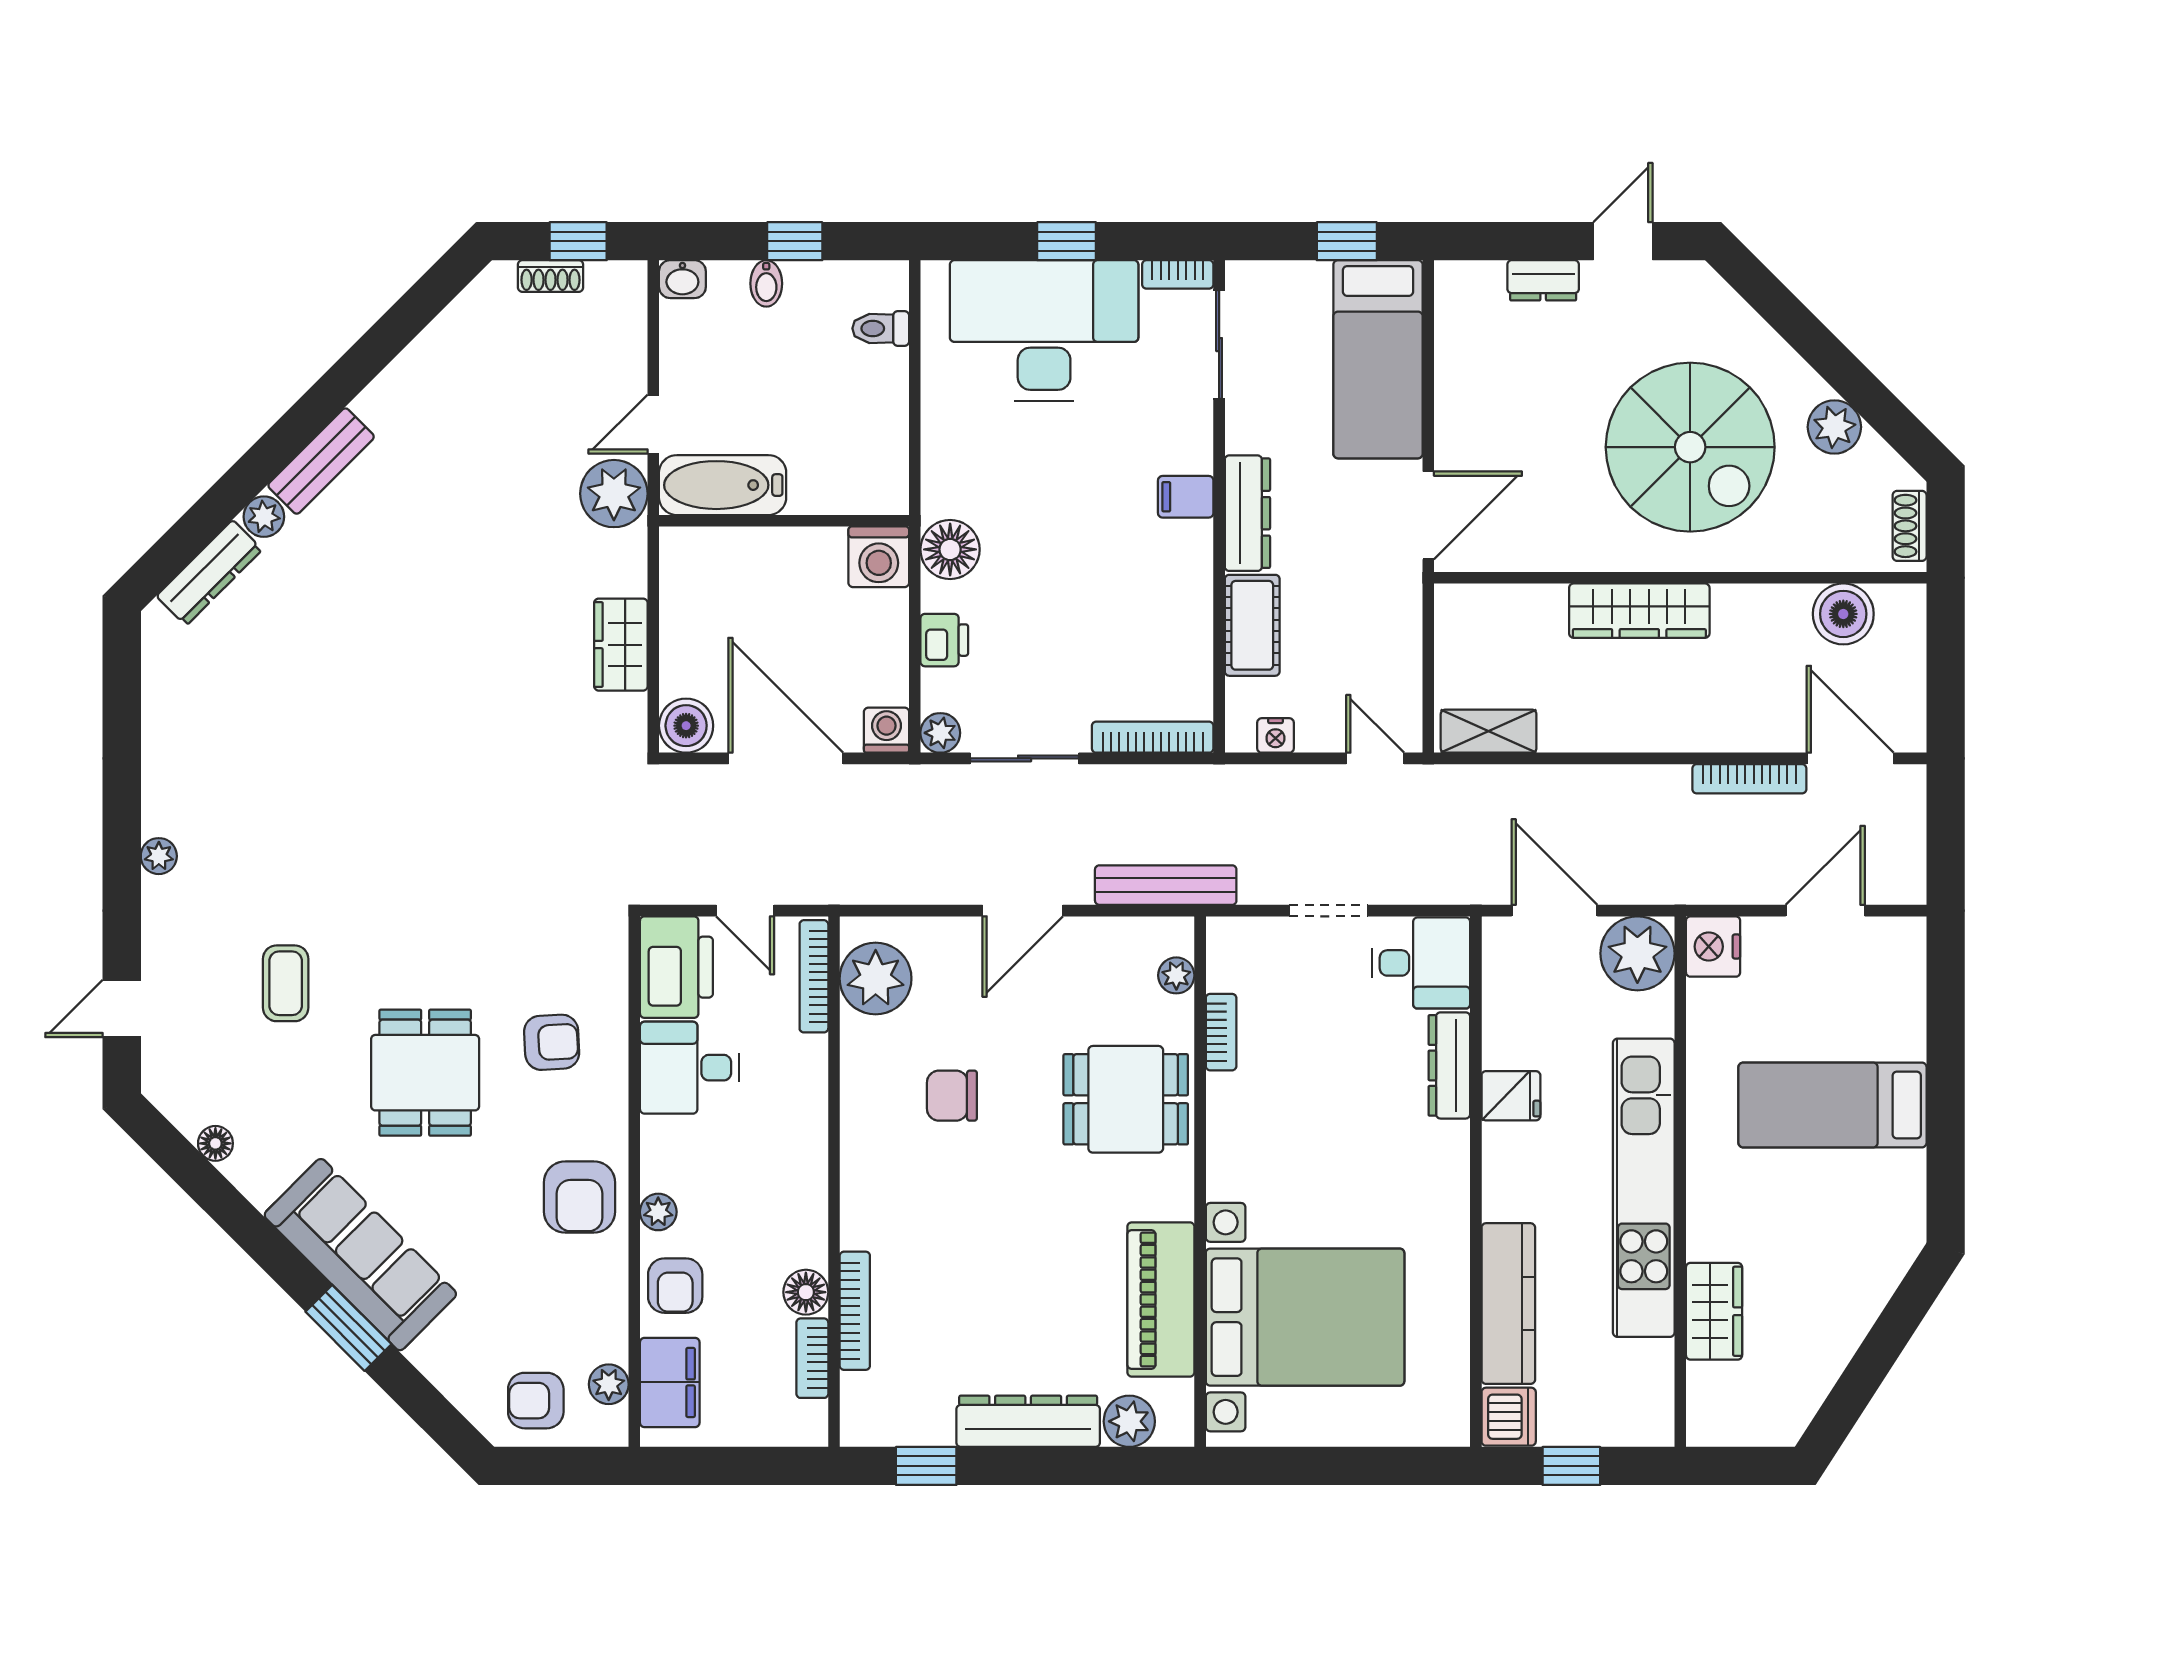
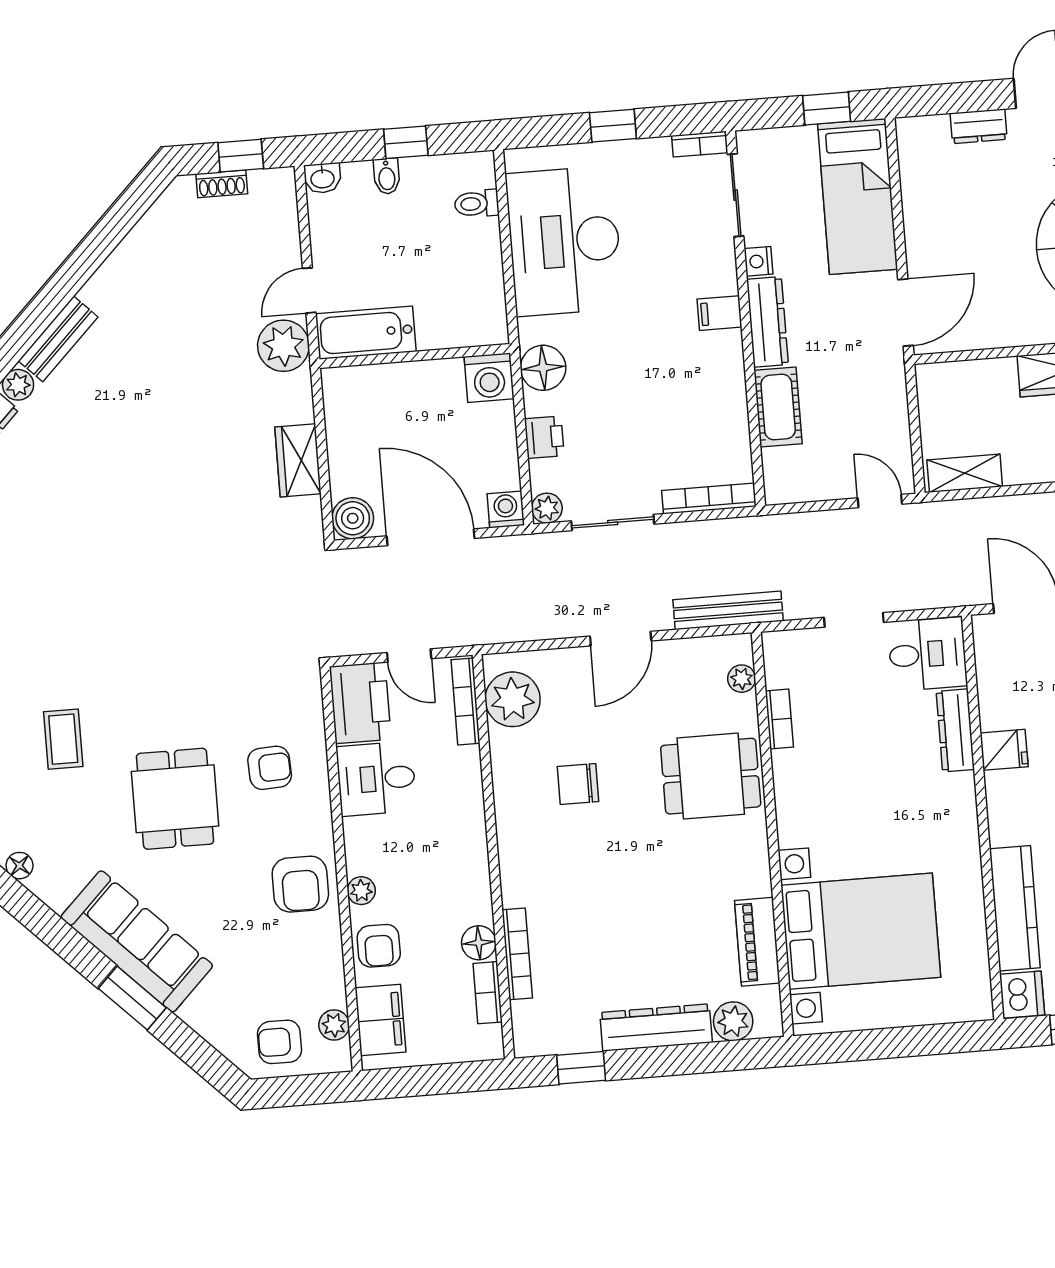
desk: (1044, 331) -> (564, 241), moved, turned -90
nightstand: (1275, 735) -> (759, 261), moved, turned 90
piano: (1161, 1299) -> (757, 942), width x0.73, depth x0.75

